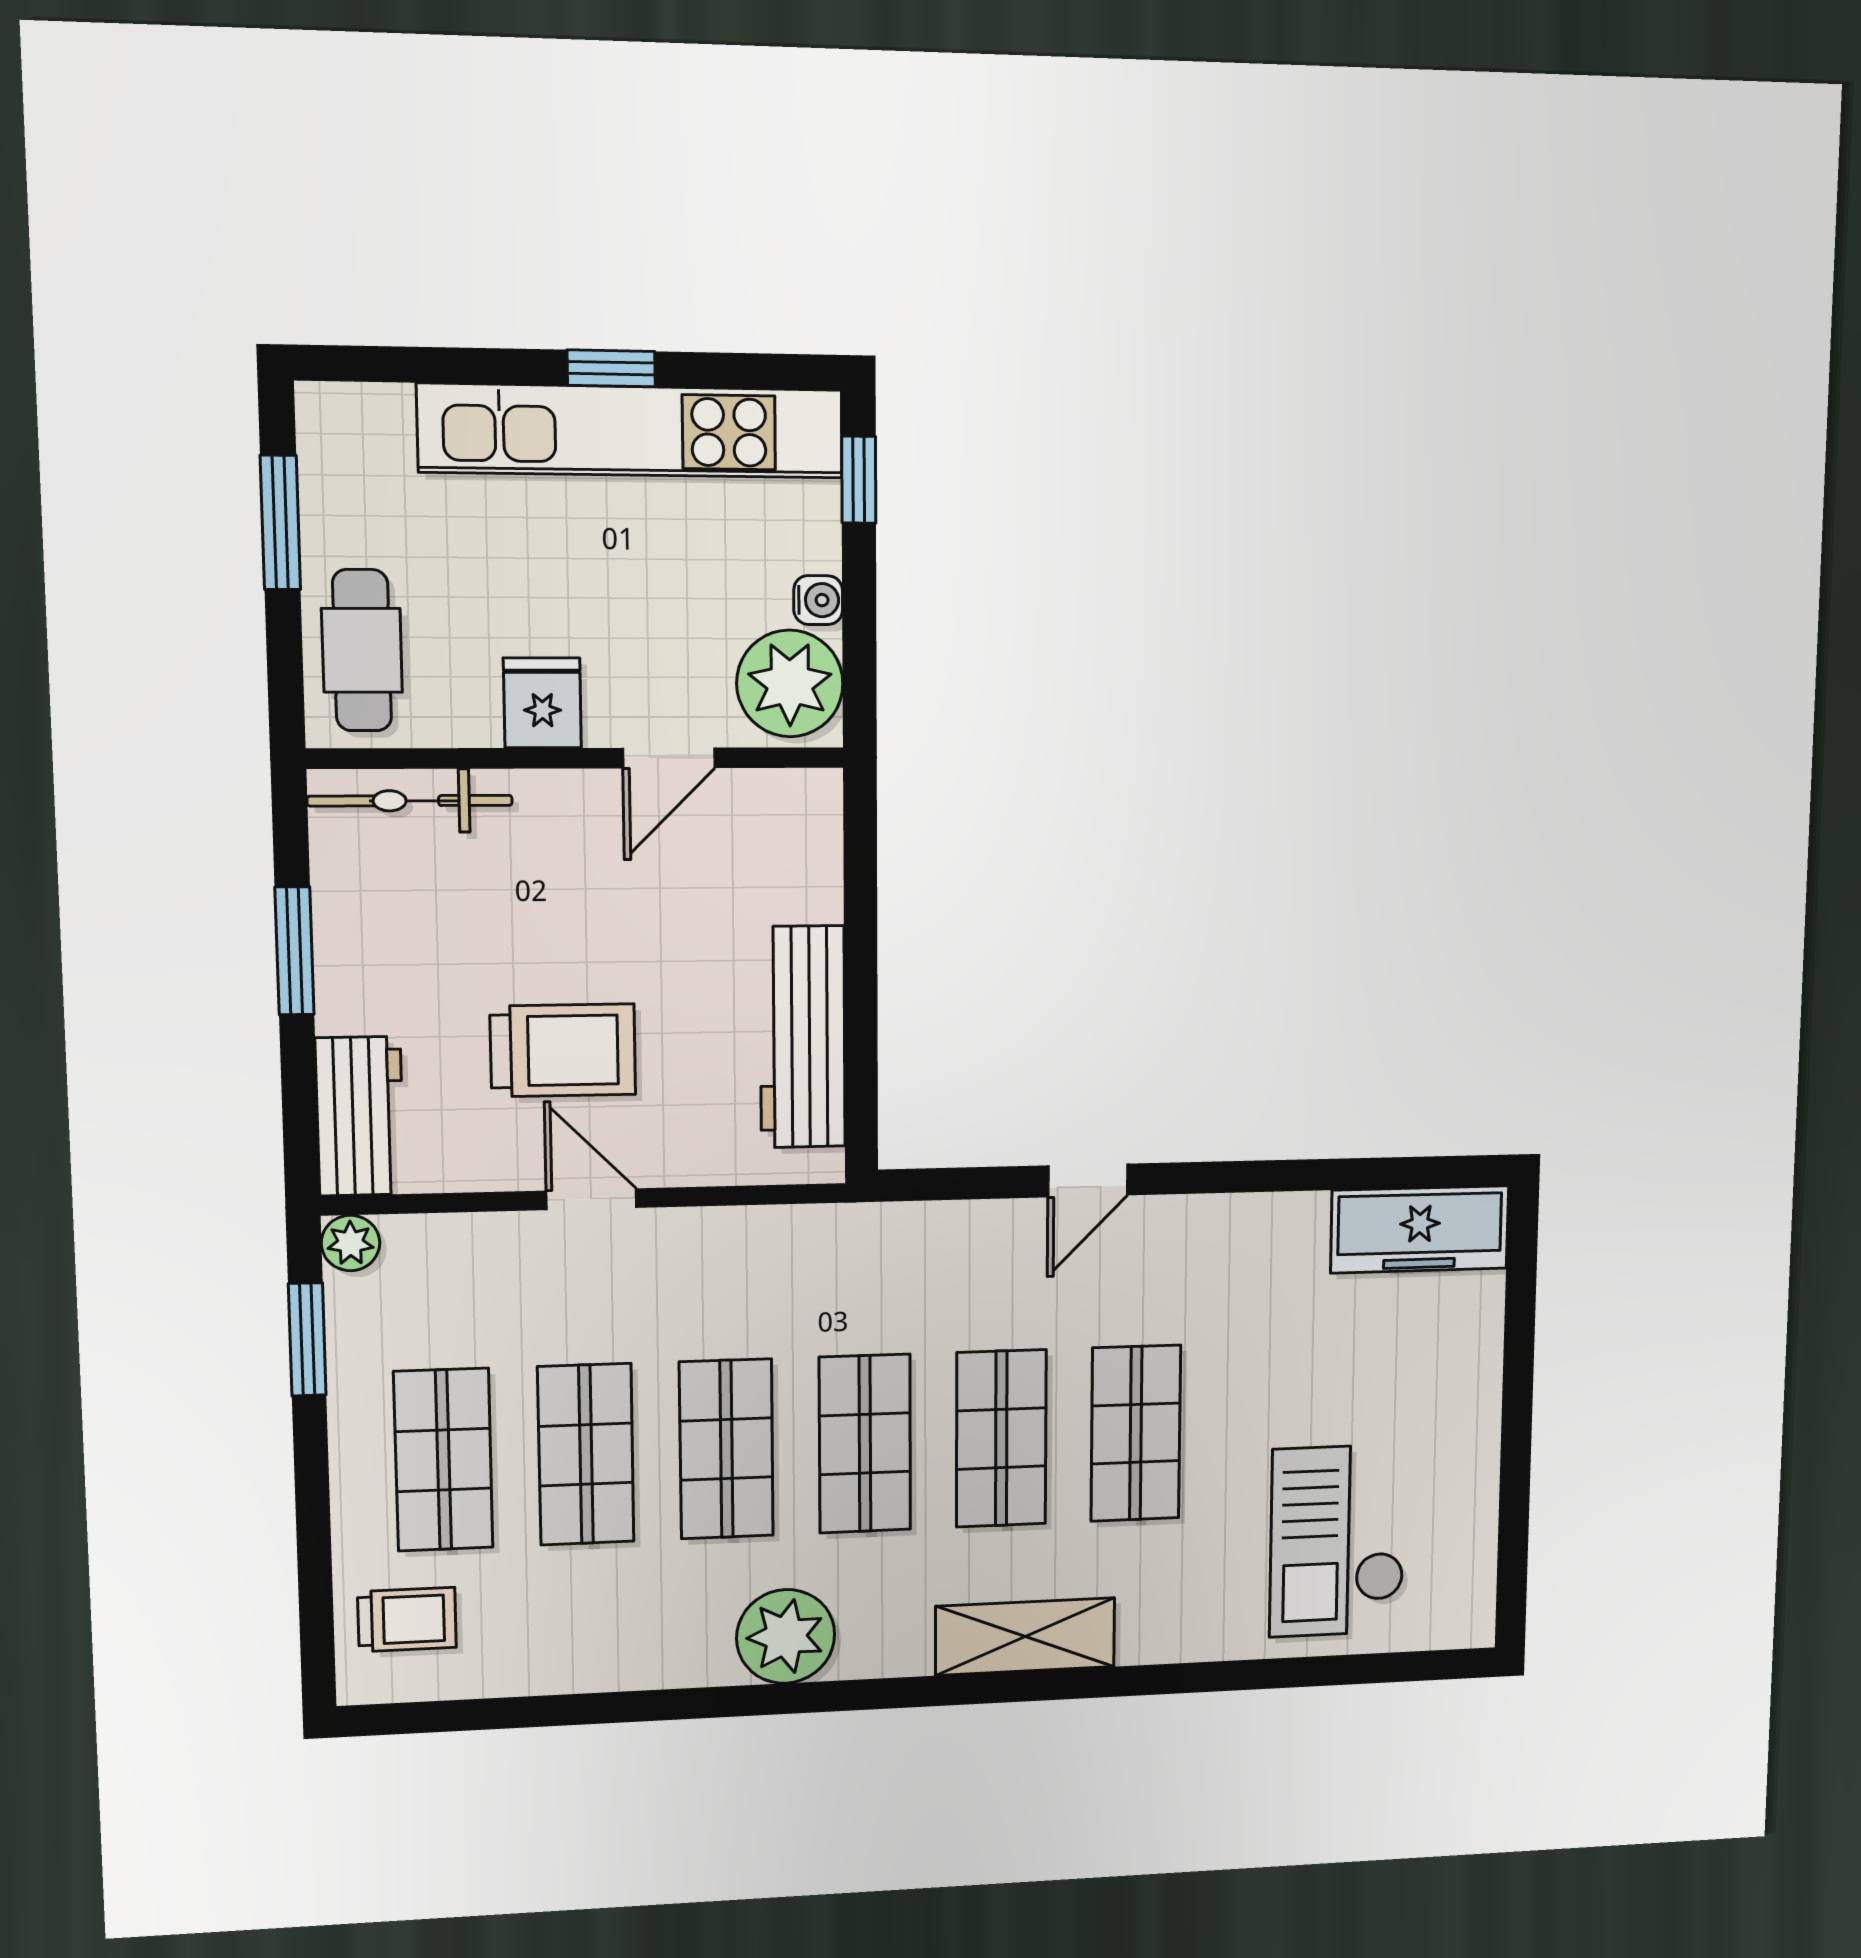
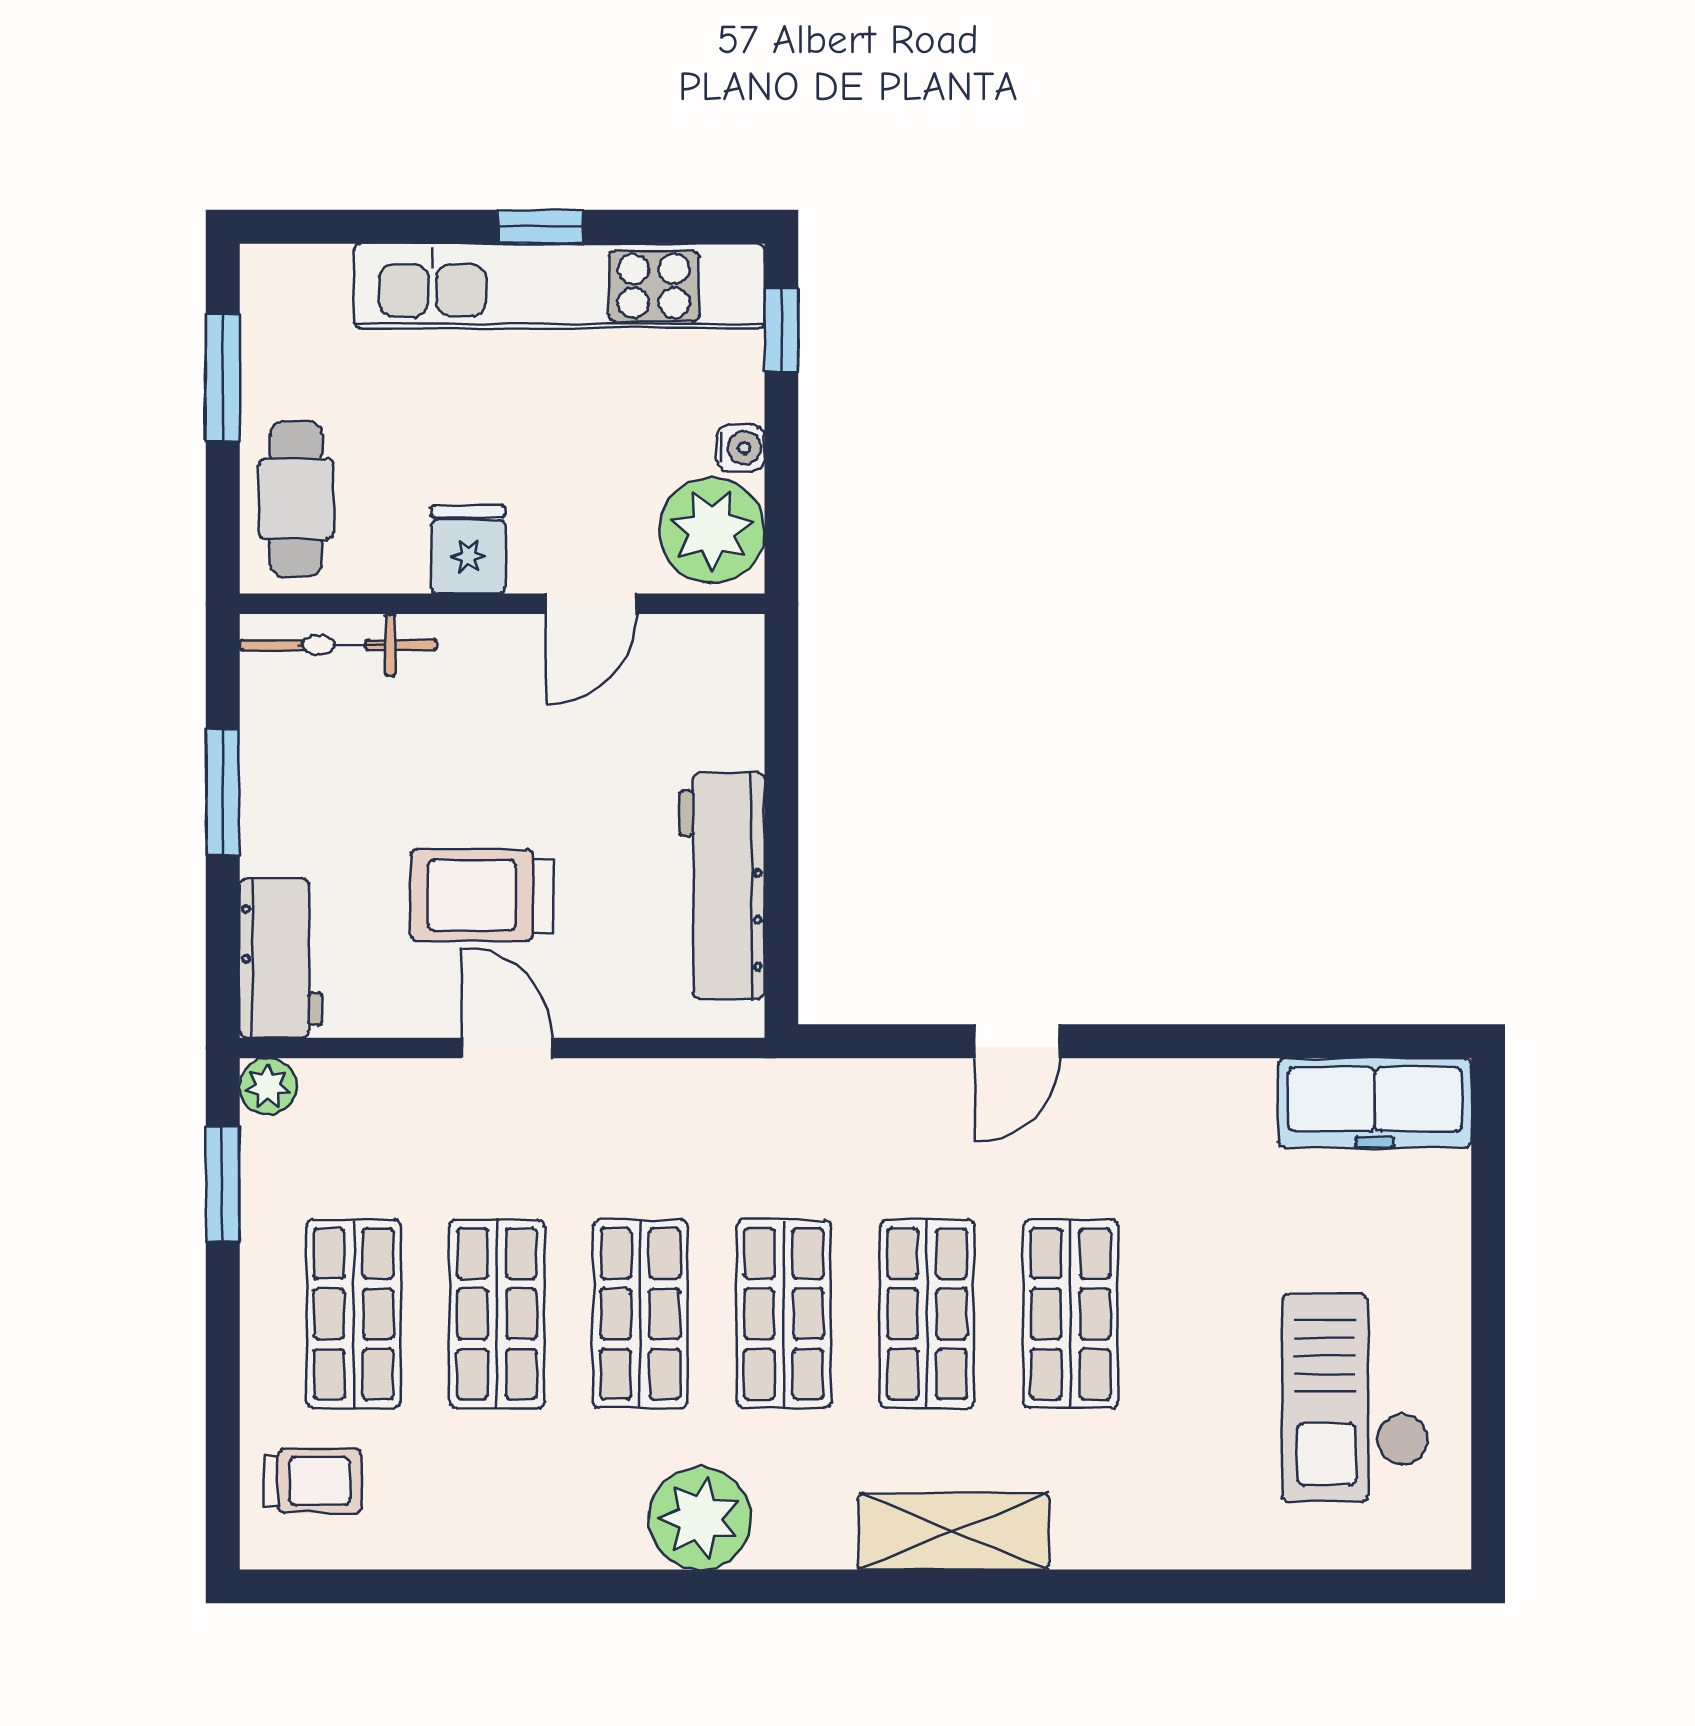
trolley: (563, 1050) -> (482, 895), turned 180
checkout: (1338, 1541) -> (1356, 1398), moved

